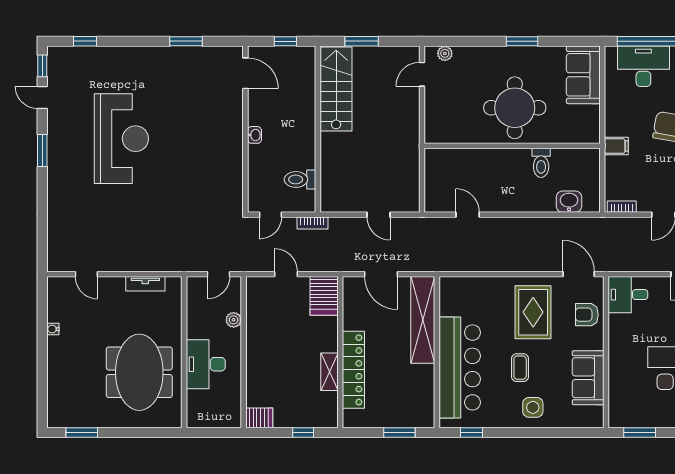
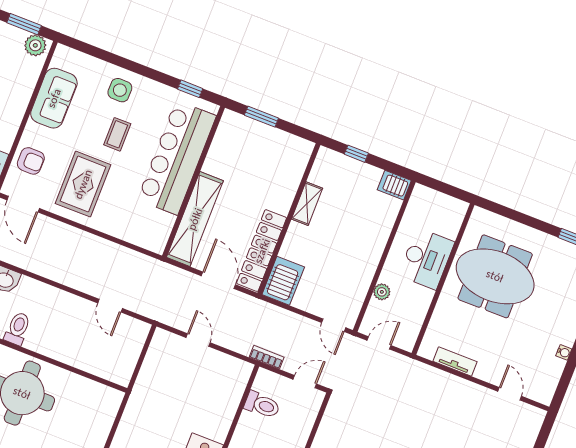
door: (286, 274) -> (334, 325), moved
locker: (353, 370) -> (262, 251), moved
meeting table: (139, 372) -> (495, 276), turned 90
plant: (622, 418) -> (35, 45), added

